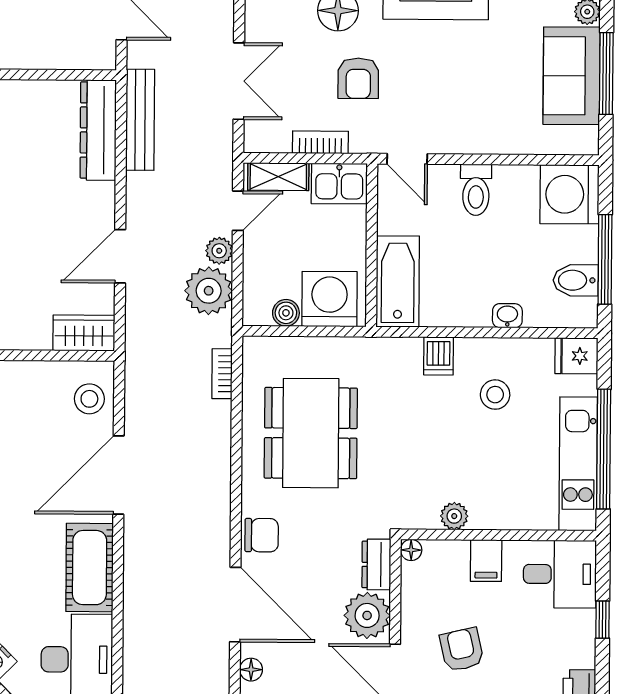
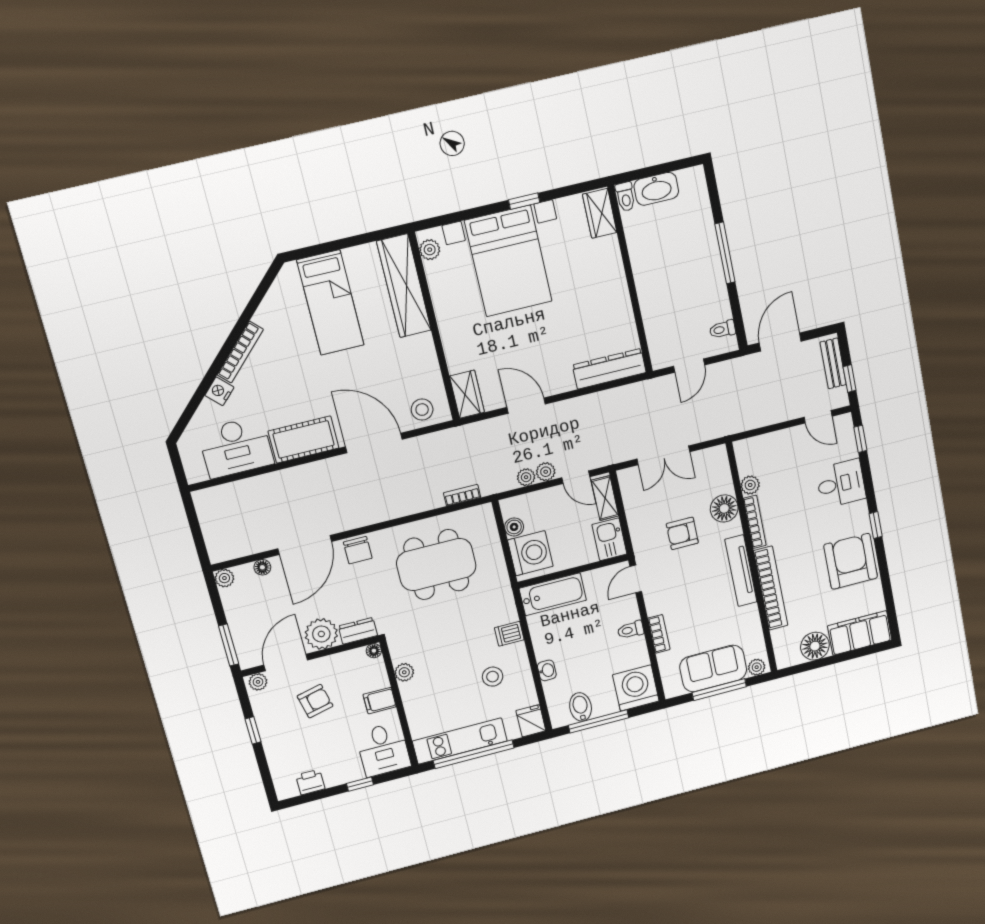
bench: (140, 120) -> (623, 396), removed
bookcase: (320, 142) -> (659, 634), moved
toilet: (476, 190) -> (631, 630), width x0.73, depth x0.72
plant: (209, 291) -> (526, 477), width x0.53, depth x0.53

